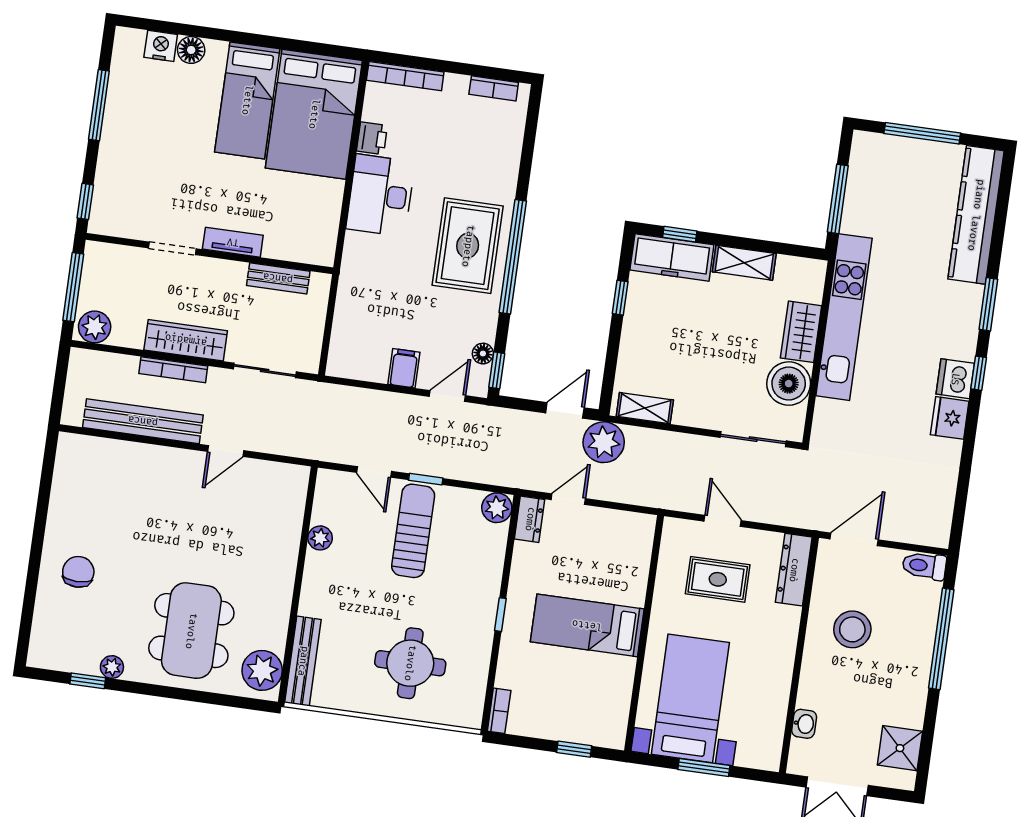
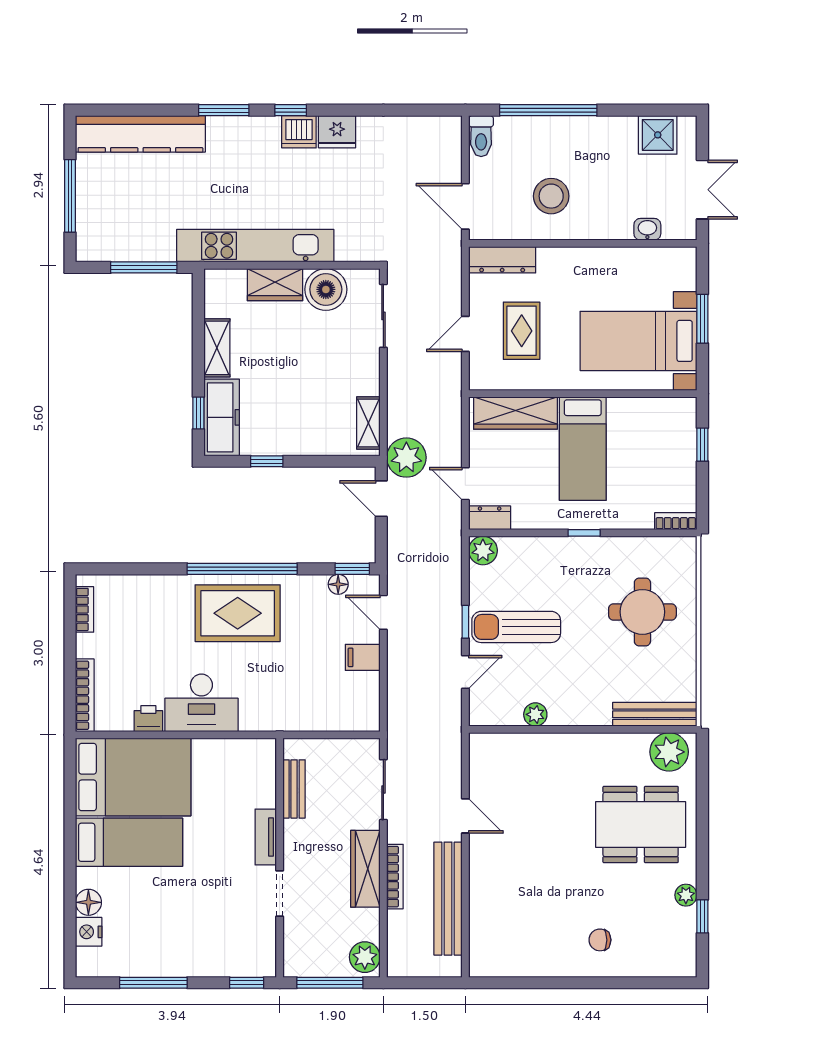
wardrobe: (634, 561) -> (515, 413), added
chair: (78, 572) -> (600, 940), width x0.73, depth x0.73

